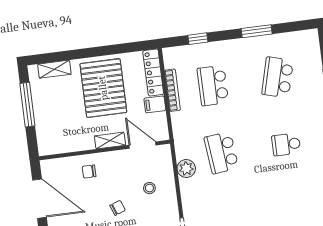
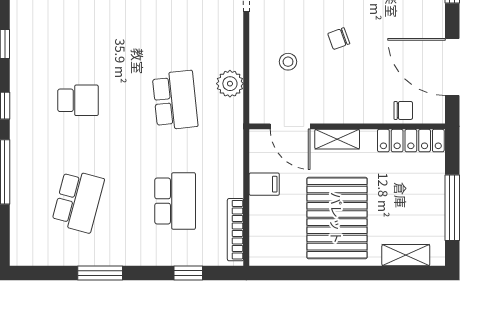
locker: (153, 72) -> (411, 141), moved, turned 90
bookcase: (172, 90) -> (235, 230), moved
chair: (89, 172) -> (403, 110), moved

